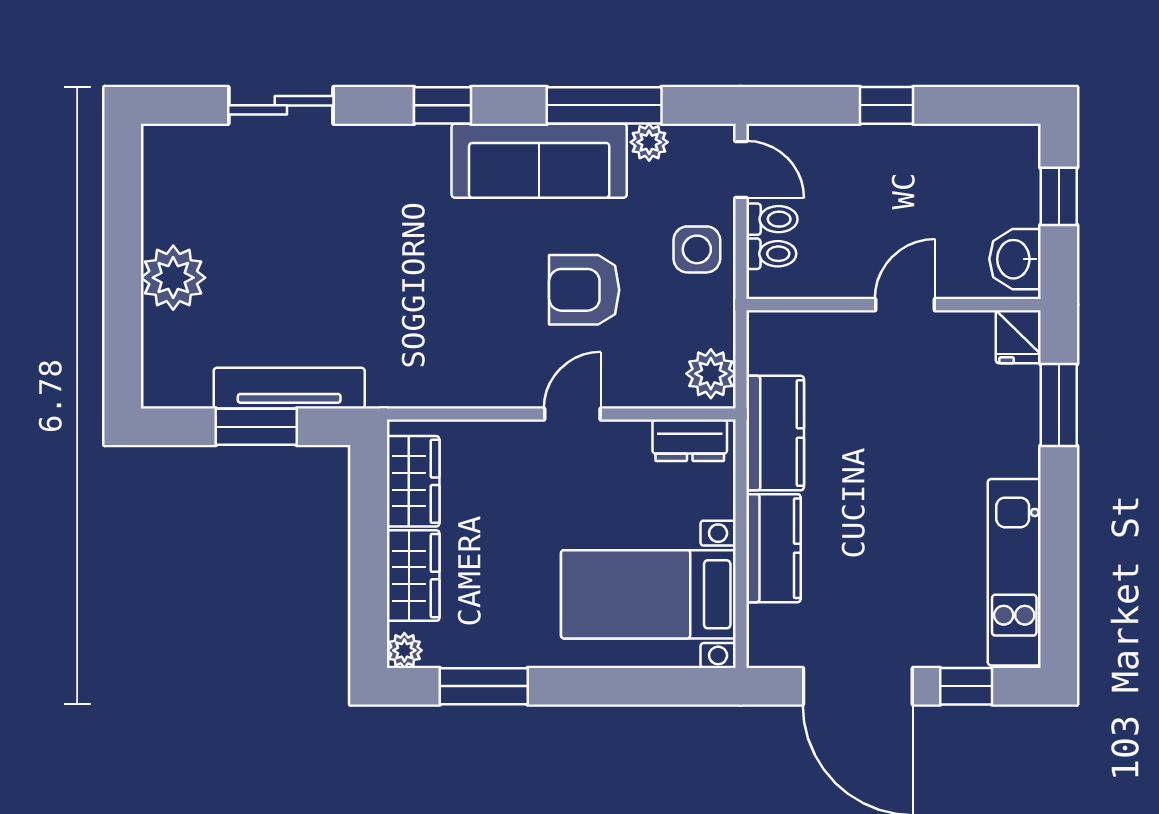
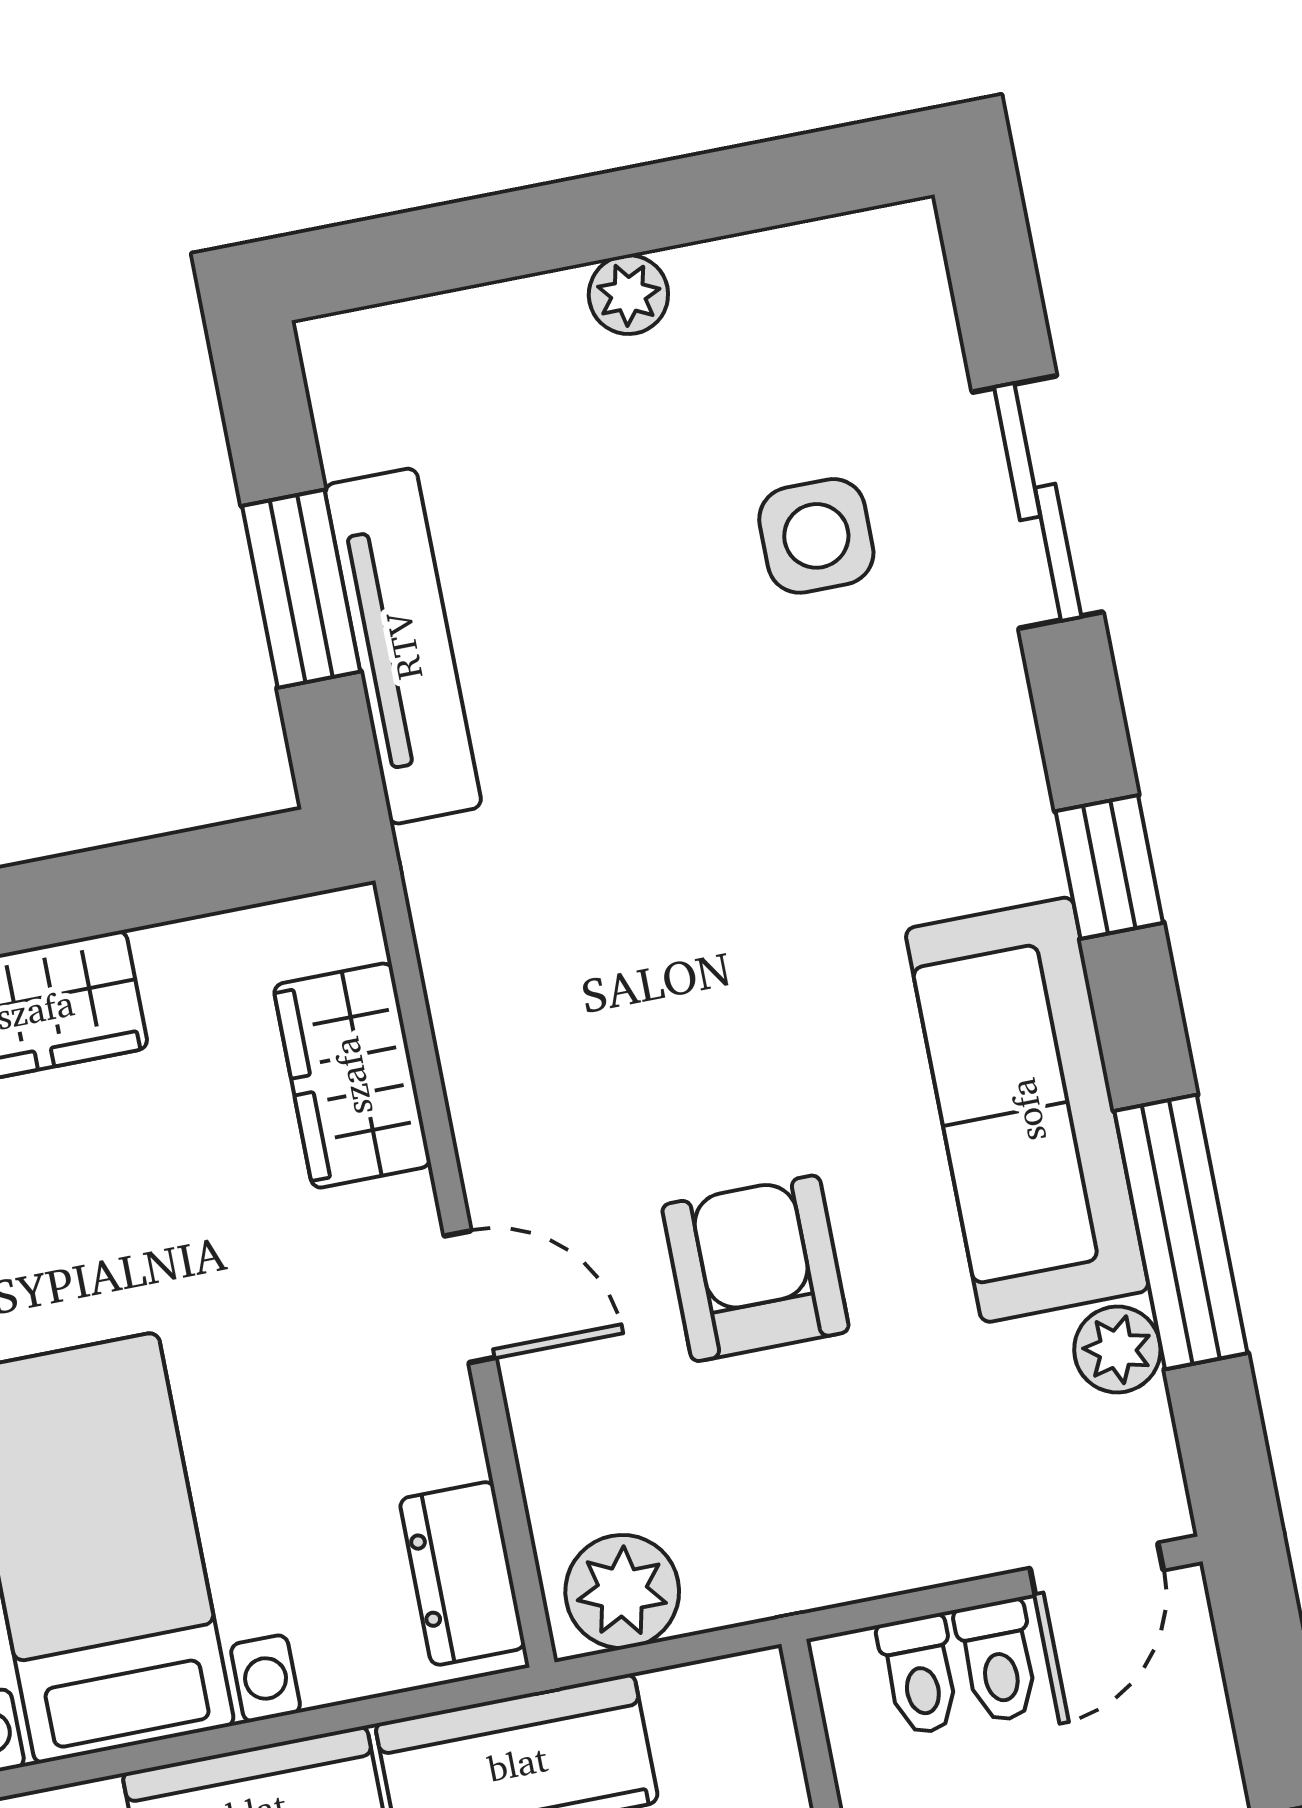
side table: (697, 249) -> (816, 536), moved
plant: (173, 278) -> (628, 295), width x0.53, depth x0.53
wardrobe: (413, 481) -> (352, 1076), moved, turned 90

